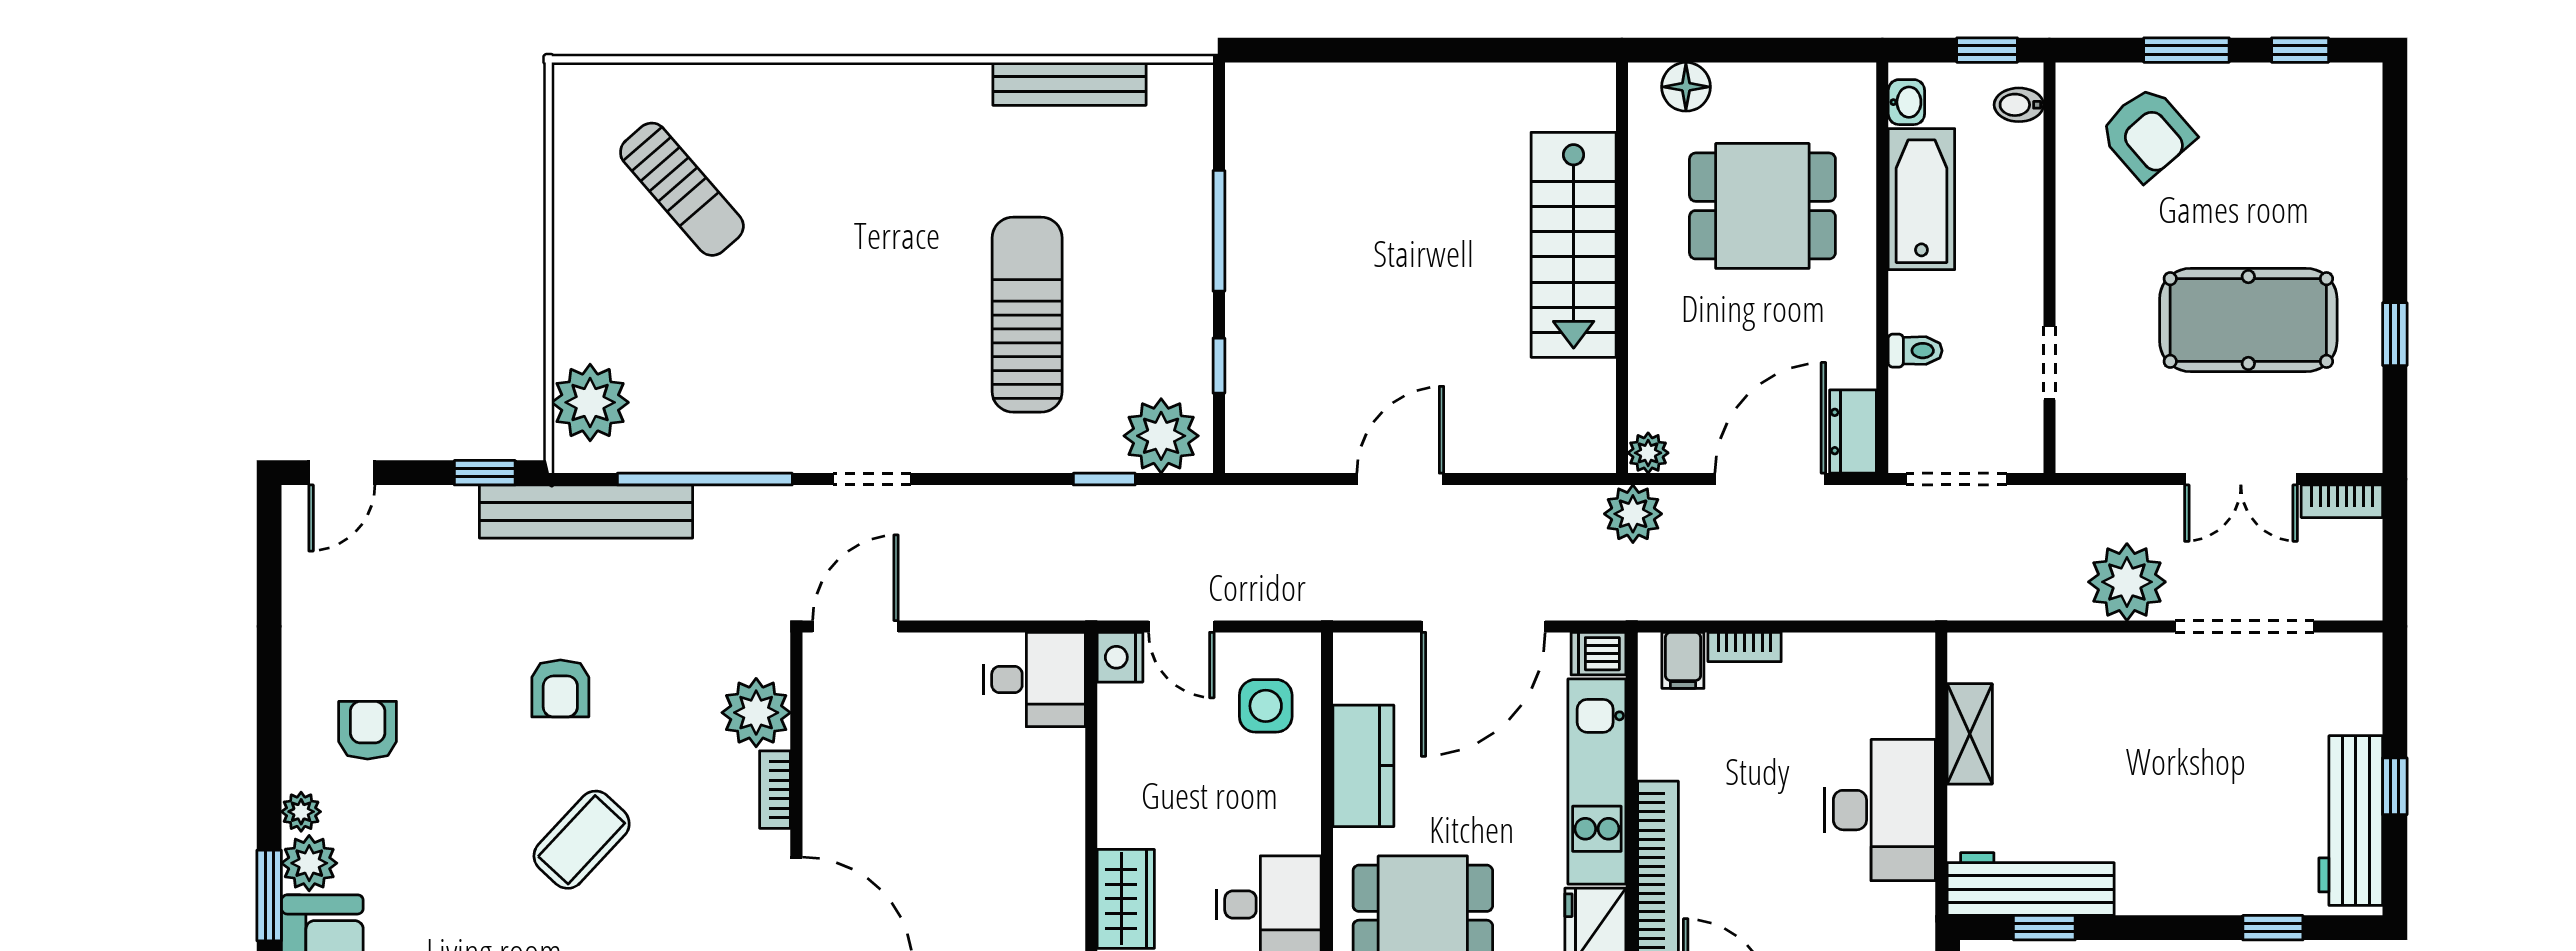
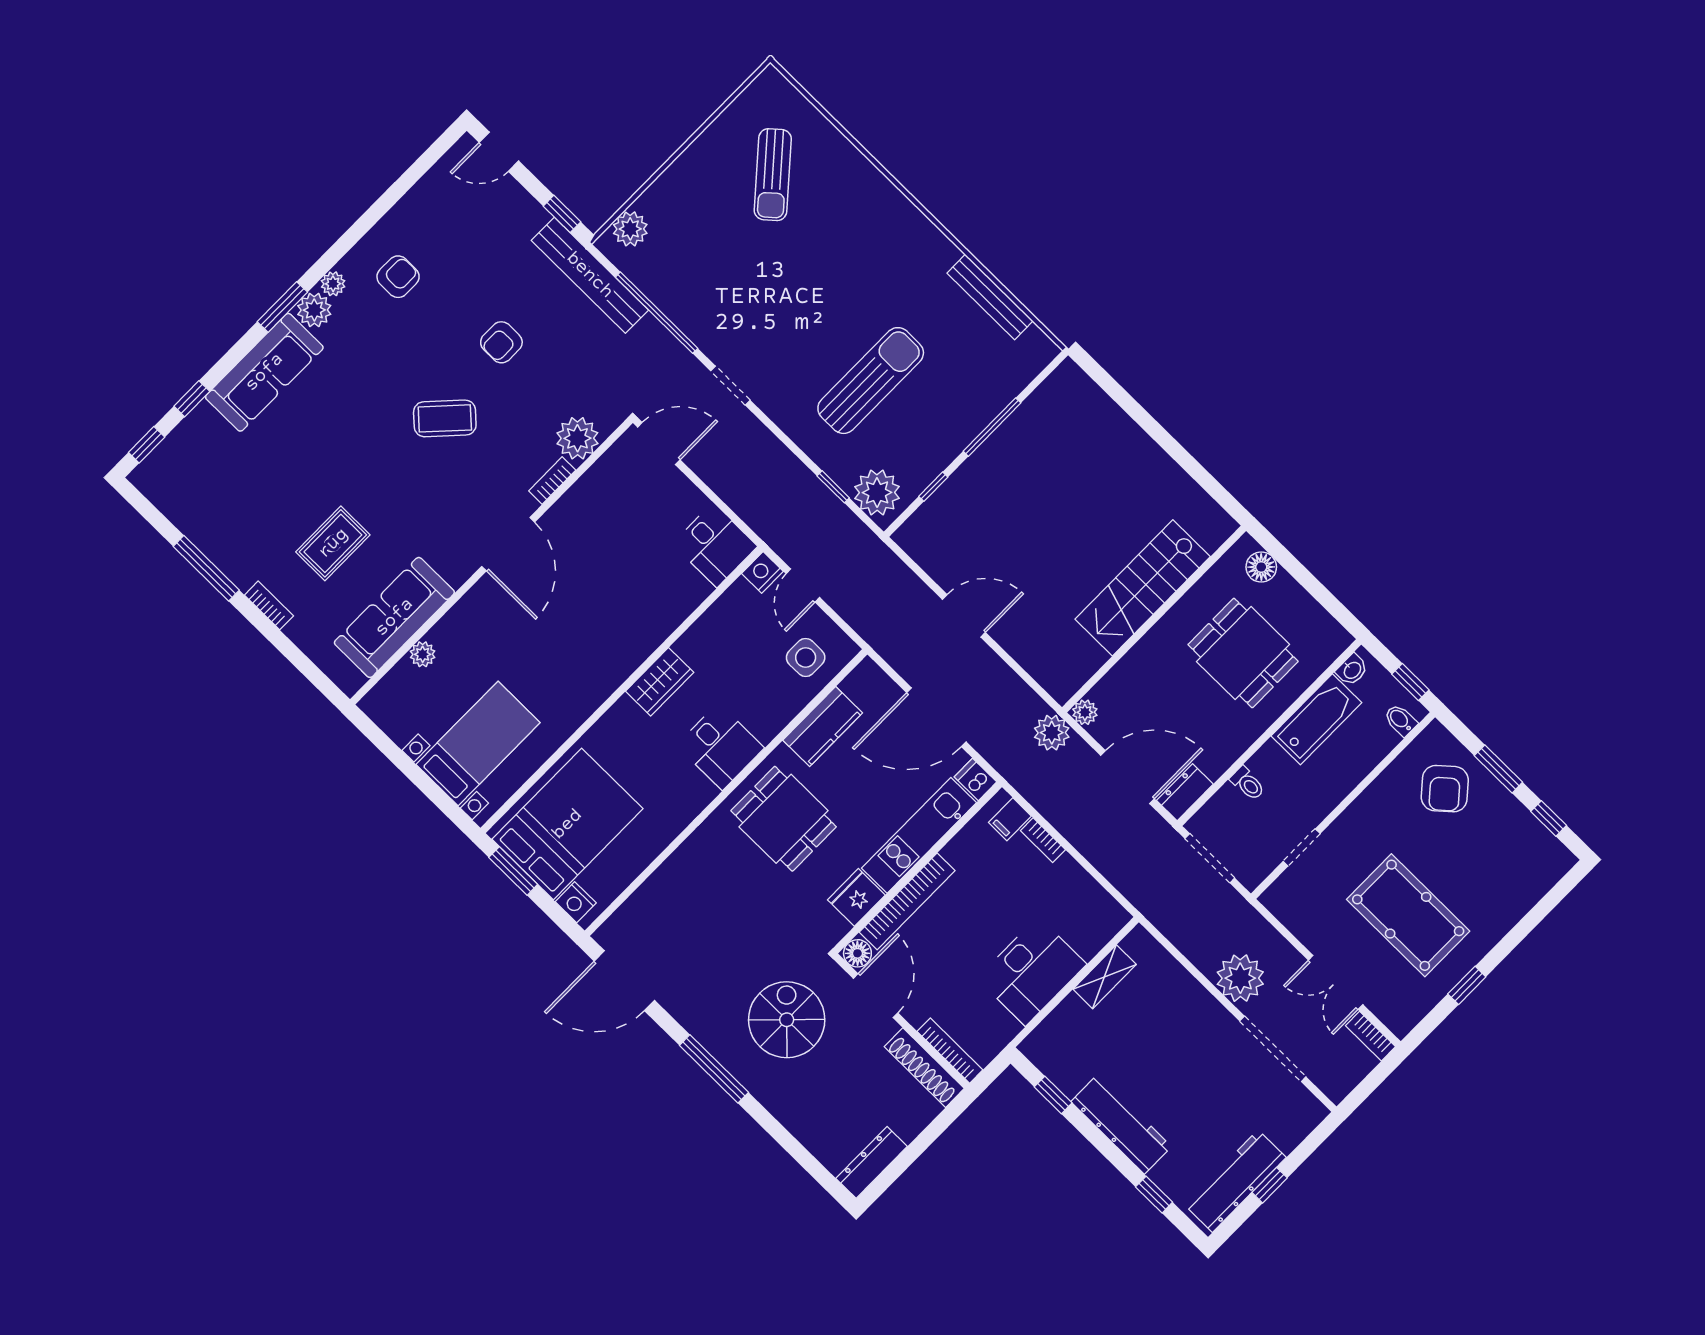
plant: (590, 402) -> (630, 229), width x0.73, depth x0.73
workbench: (2031, 884) -> (1121, 1124), moved

